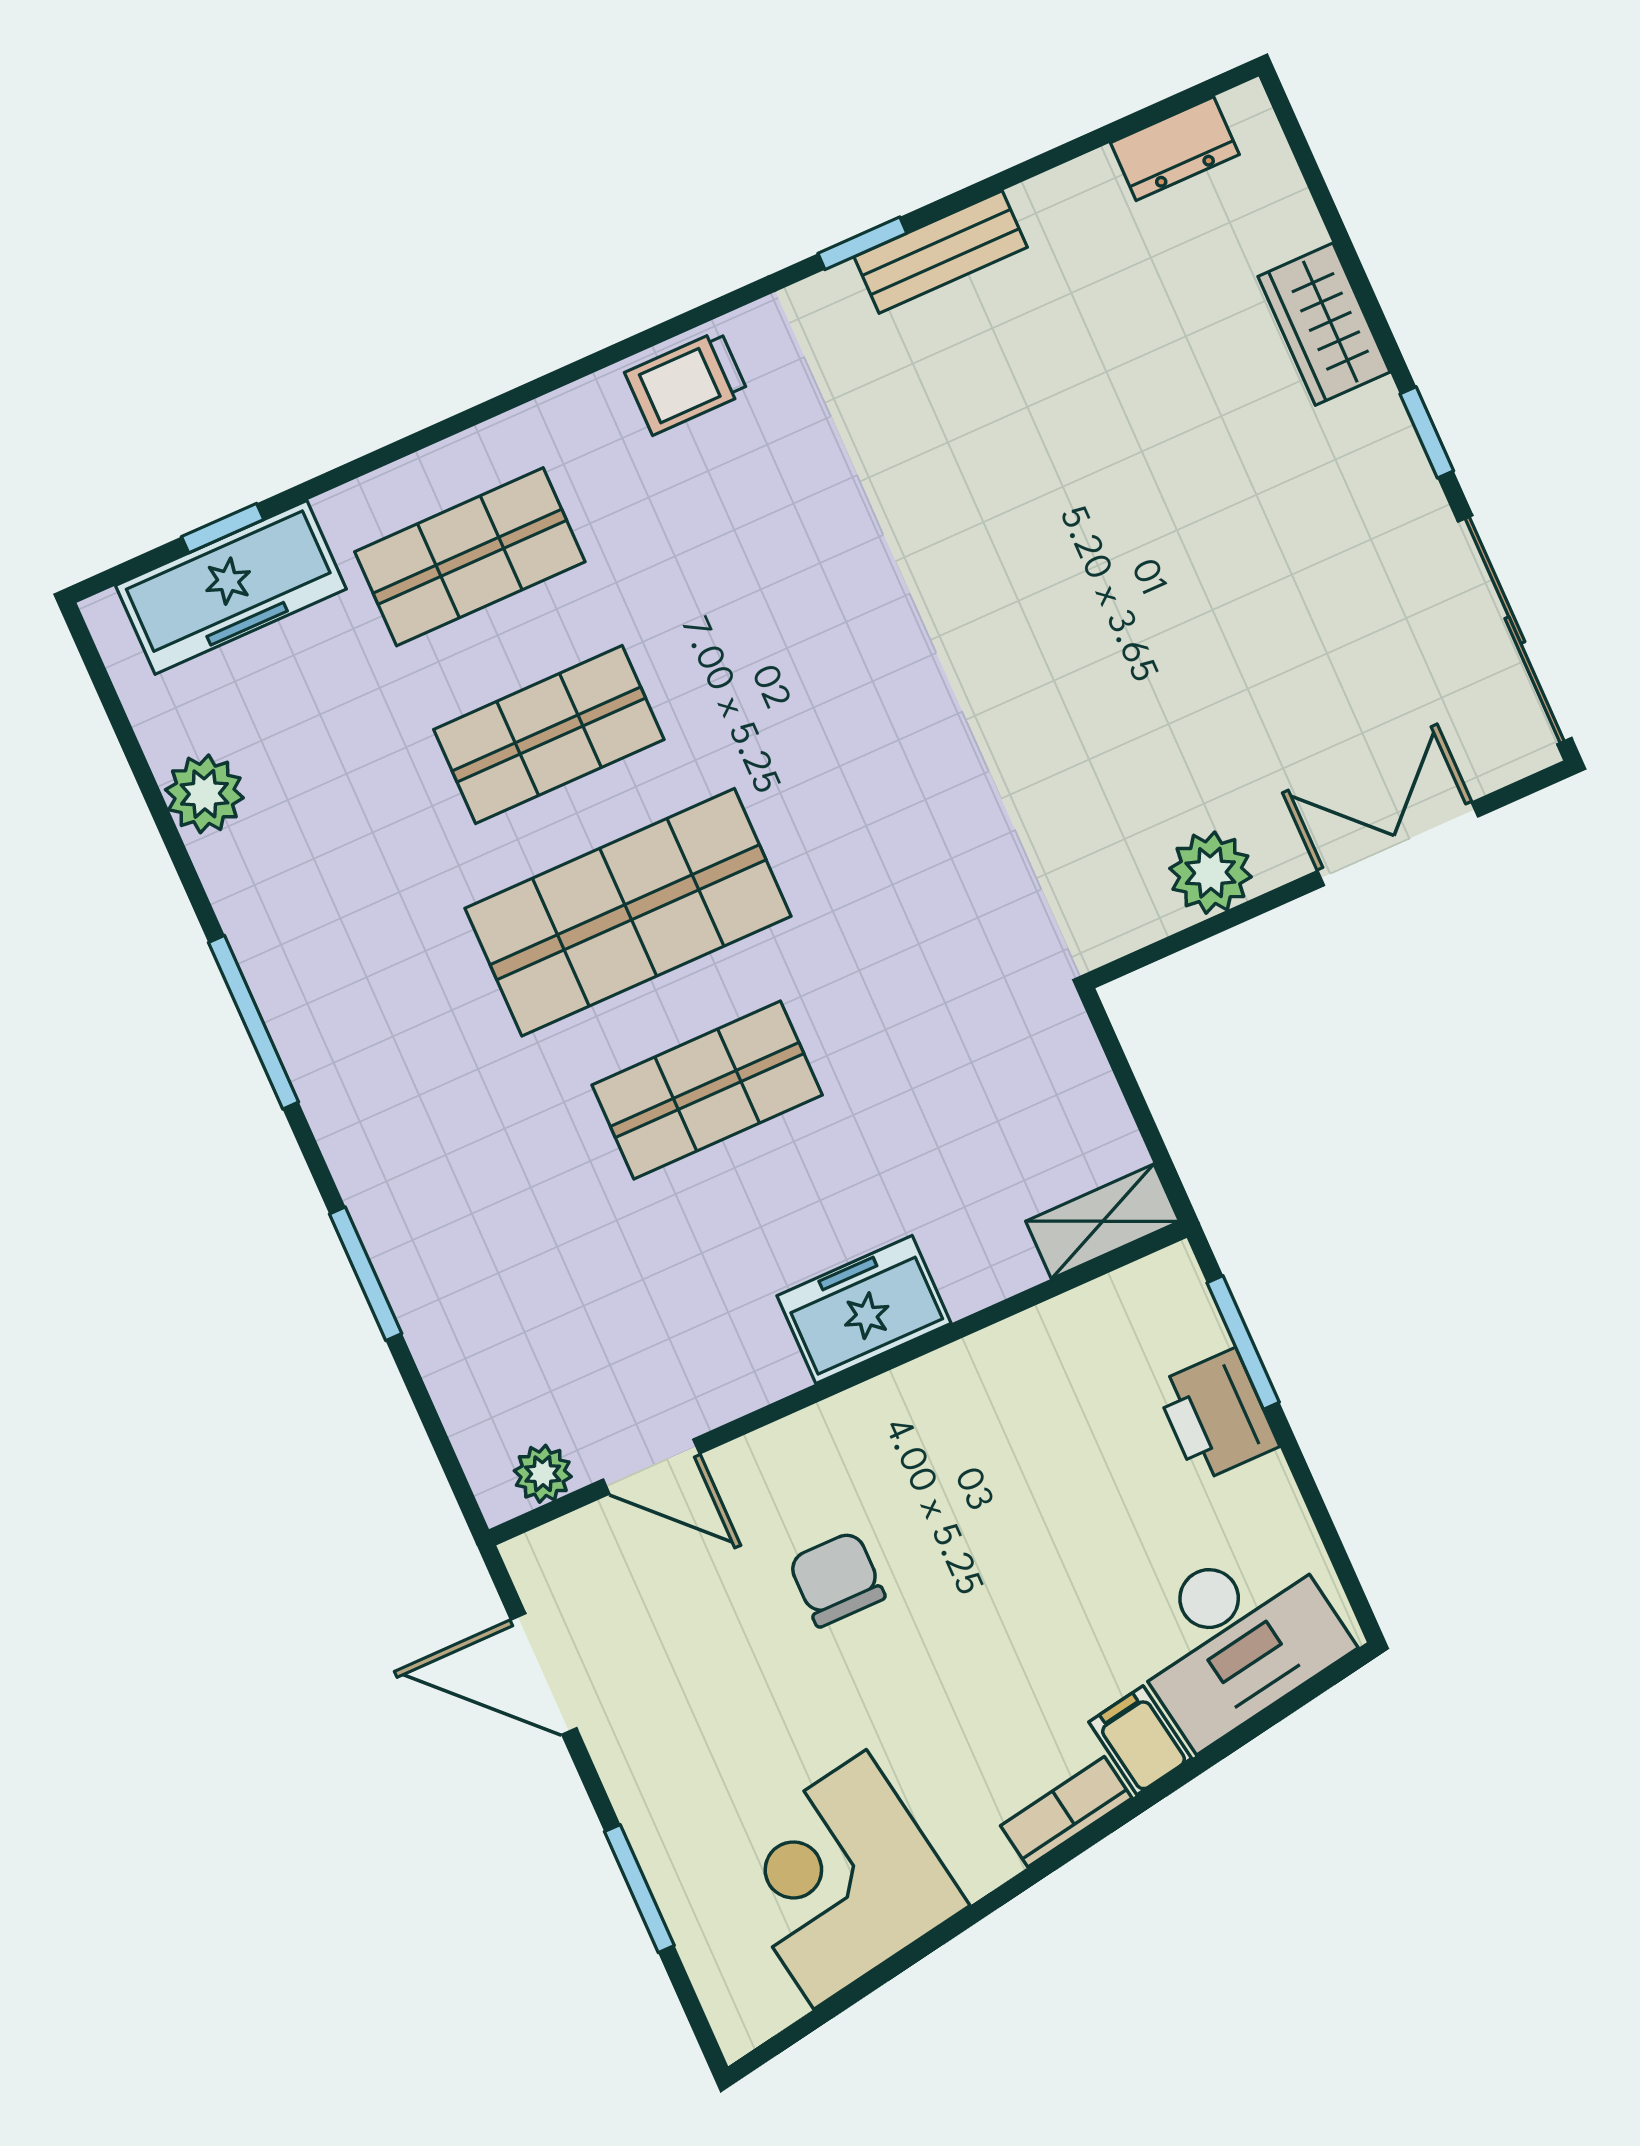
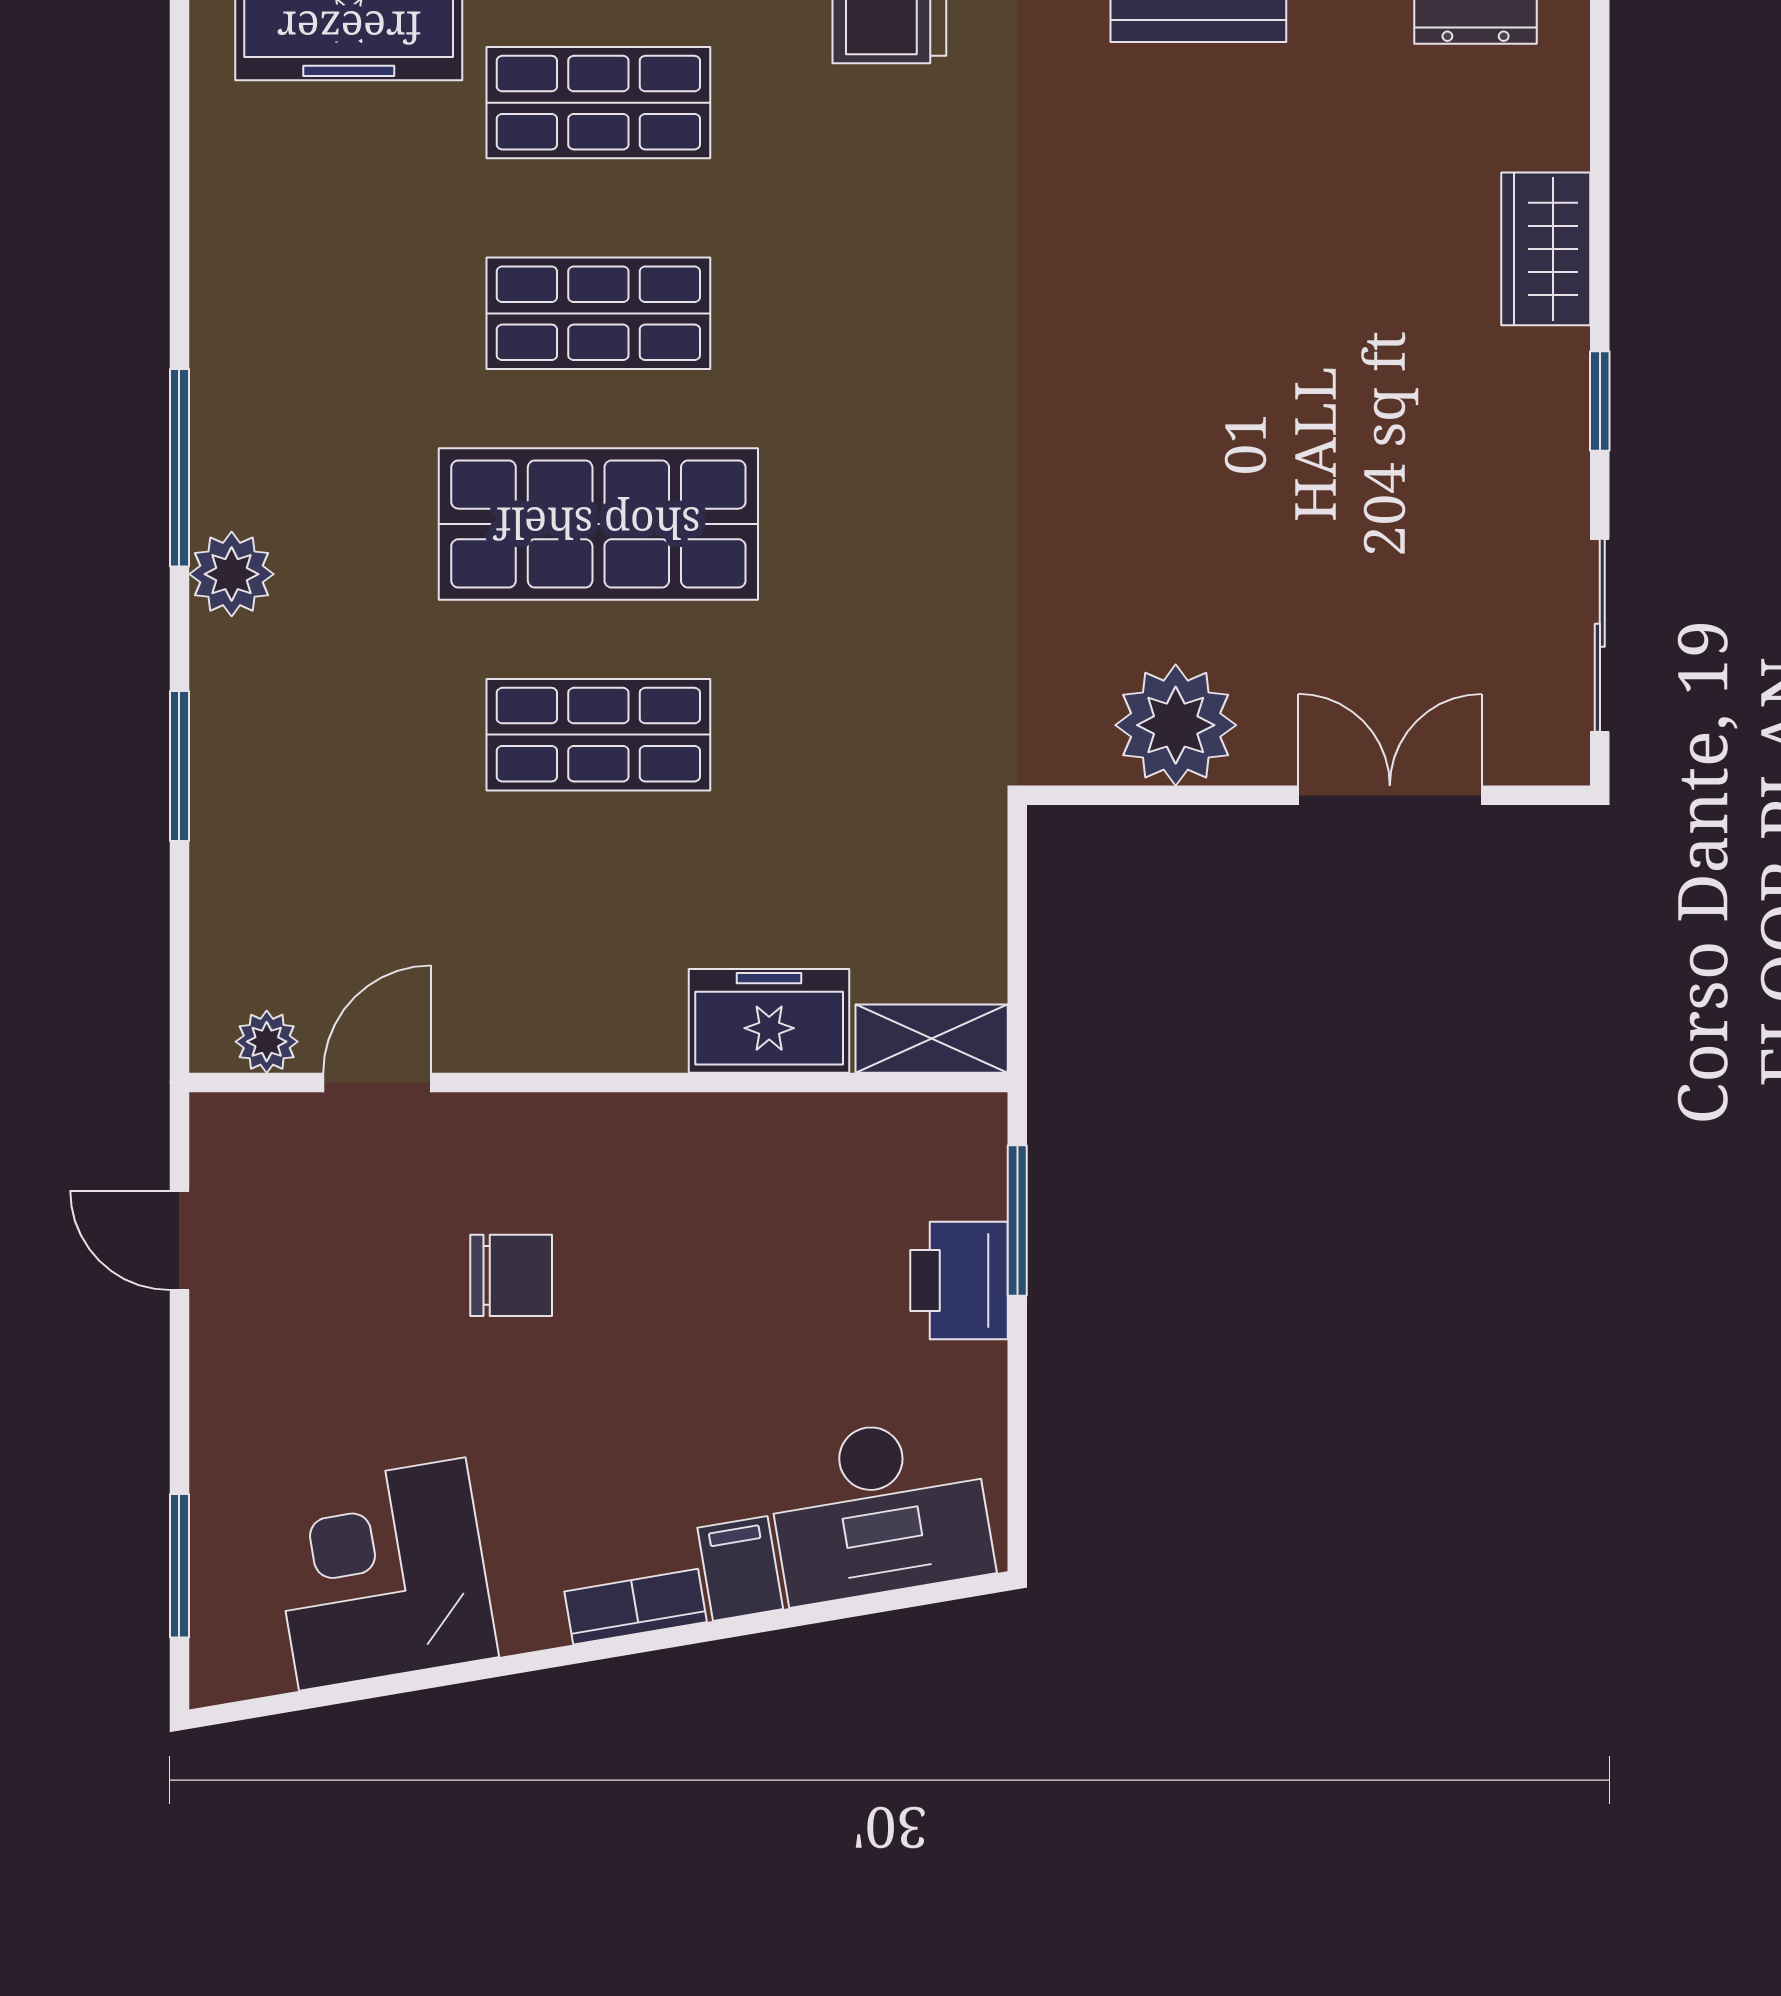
sliding door: (1515, 630) -> (1600, 635), width x0.73
plant: (204, 794) -> (232, 574), moved
plant: (1210, 873) -> (1176, 725), width x1.36, depth x1.36
freezer: (864, 1310) -> (769, 1021), moved
door: (651, 1467) -> (377, 1083), swing flipped
chair: (837, 1579) -> (511, 1275), turned 90
door: (544, 1674) -> (179, 1240), width x0.73
window: (639, 1889) -> (179, 1566), moved

